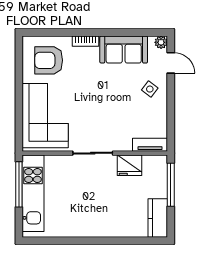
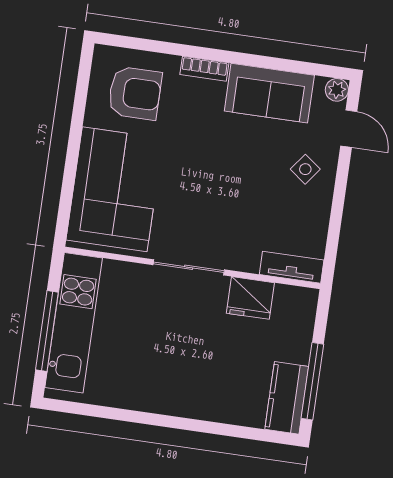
armchair: (49, 60) -> (135, 93), turned 180
window: (19, 184) -> (47, 331), moved
window: (171, 185) -> (312, 381), moved

